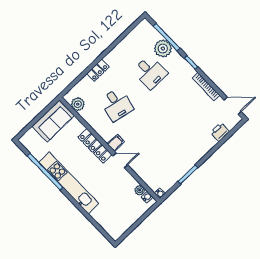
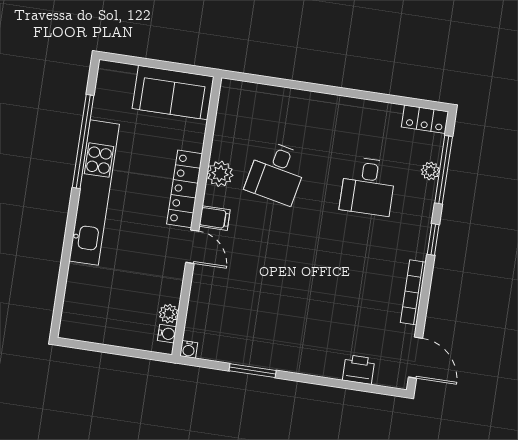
plant: (163, 48) -> (430, 171), width x0.53, depth x0.53
locker: (98, 70) -> (425, 119), moved
plant: (78, 104) -> (220, 174), moved

